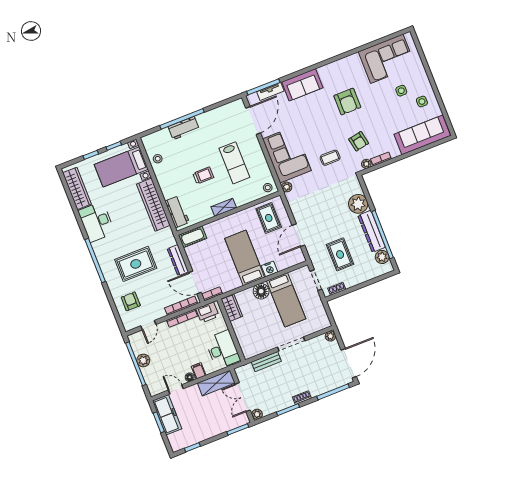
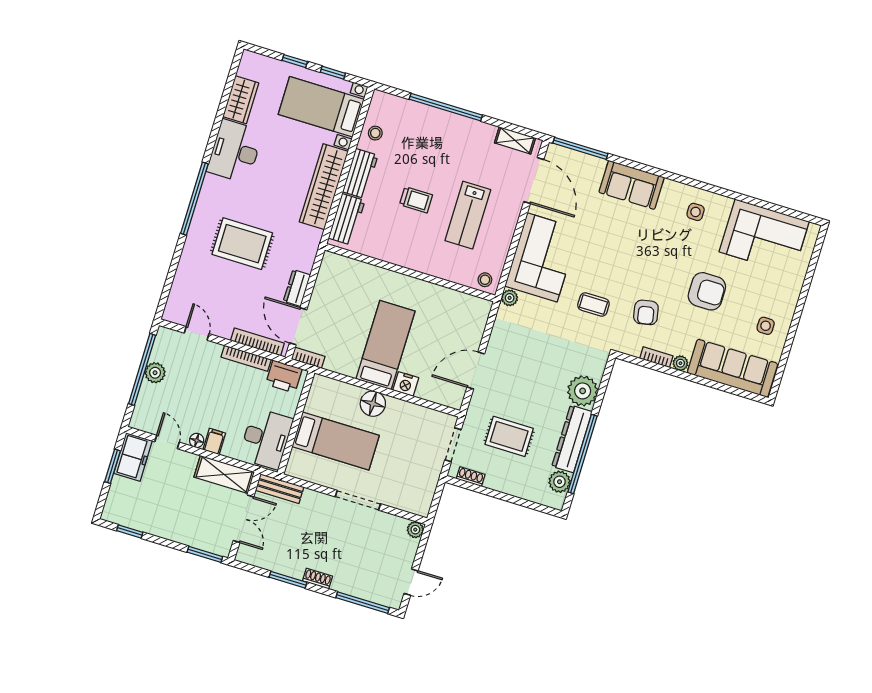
tv unit: (270, 91) -> (585, 161), removed
side table: (401, 91) -> (696, 212), moved
armchair: (347, 102) -> (707, 291), moved, turned -90
door: (253, 121) -> (534, 181), hinge flipped
workbench: (184, 128) -> (360, 173), moved, turned -90
plant: (366, 164) -> (680, 363), moved
wardrobe: (77, 188) -> (241, 100), width x0.67
shelving: (224, 207) -> (515, 140), moved
rug: (269, 218) -> (456, 319), removed
cot: (193, 237) -> (341, 266), removed
rug: (340, 254) -> (509, 436), turned 90
dresser: (178, 260) -> (297, 288), width x0.70
bed: (286, 300) -> (336, 441), moved, turned -90
armchair: (131, 301) -> (198, 286), removed
wardrobe: (232, 308) -> (319, 395), removed
door: (148, 325) -> (197, 333), swing flipped
bench: (266, 362) -> (280, 489), moved
door: (349, 363) -> (411, 582), width x0.53
double door: (243, 397) -> (244, 519), swing flipped
plant: (257, 414) -> (244, 555), removed
freezer: (167, 415) -> (133, 457), width x0.71

